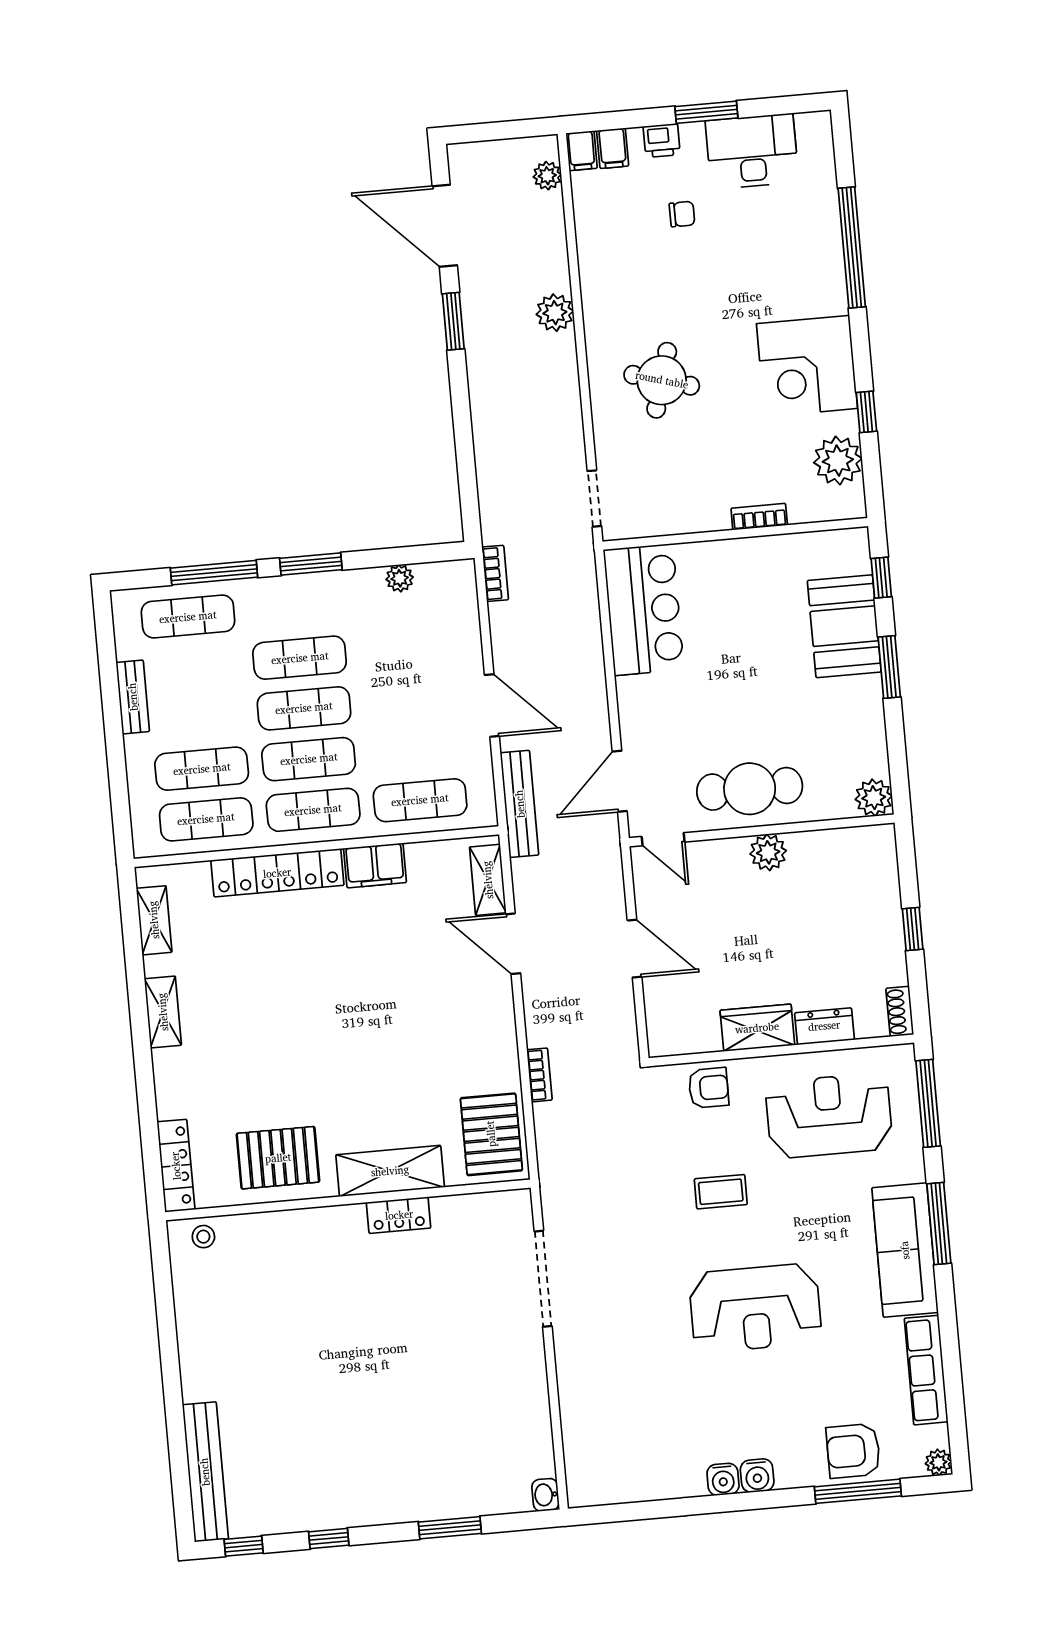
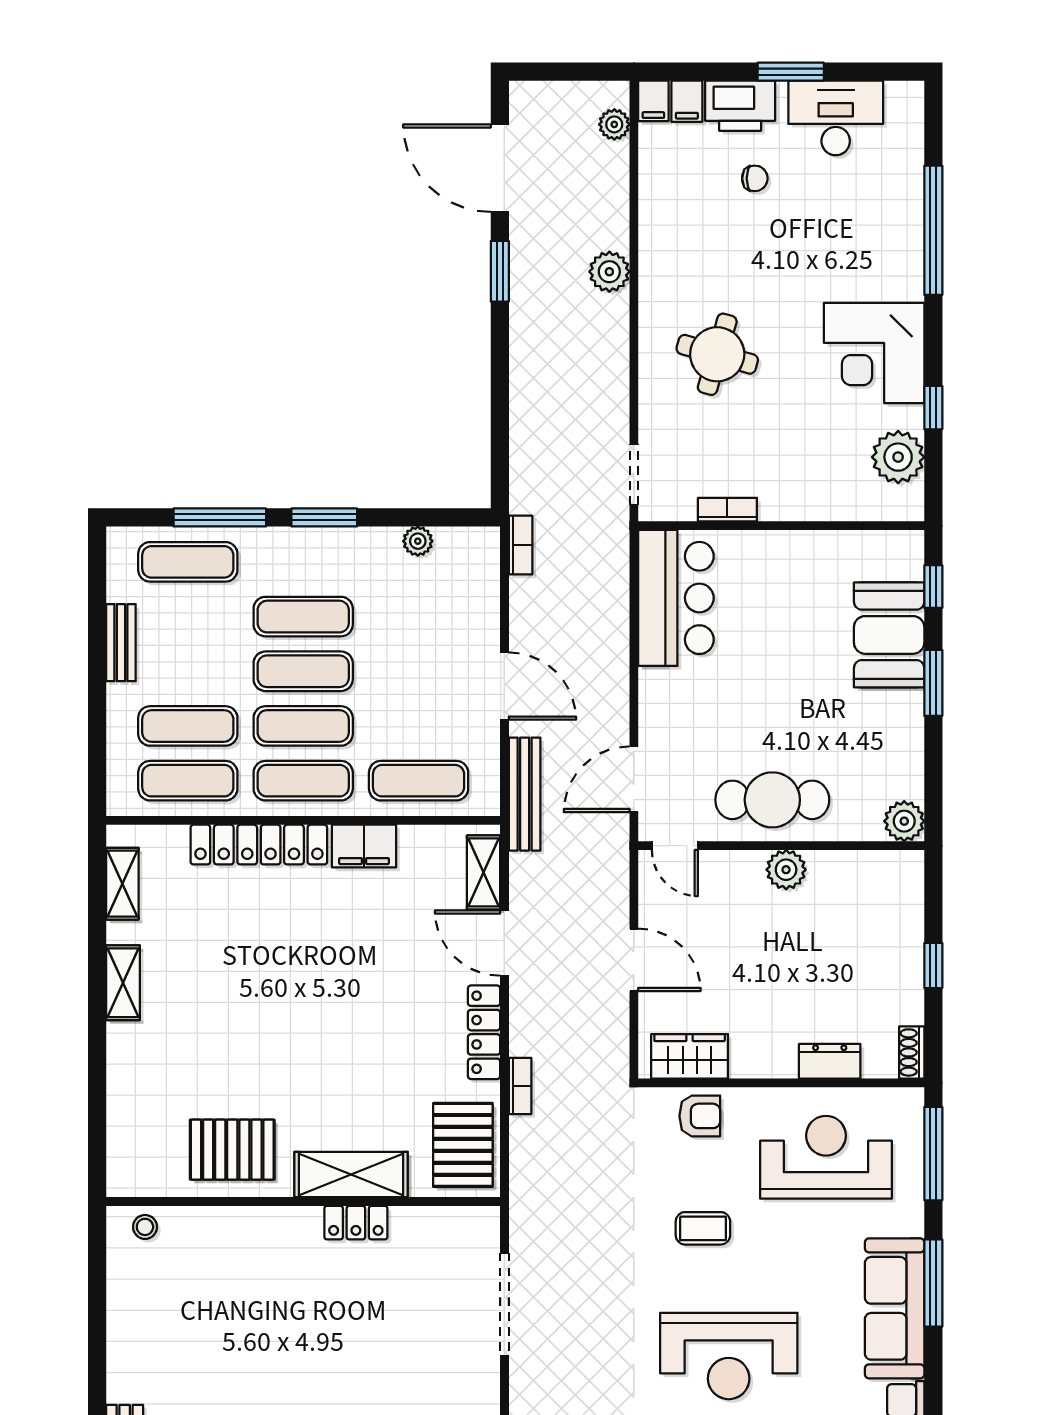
printer: (662, 140) -> (740, 106), width x1.87, depth x1.48
bookcase: (759, 517) -> (727, 510), moved
wardrobe: (757, 1028) -> (690, 1056), moved
locker: (176, 1166) -> (484, 1032), moved, turned 180

